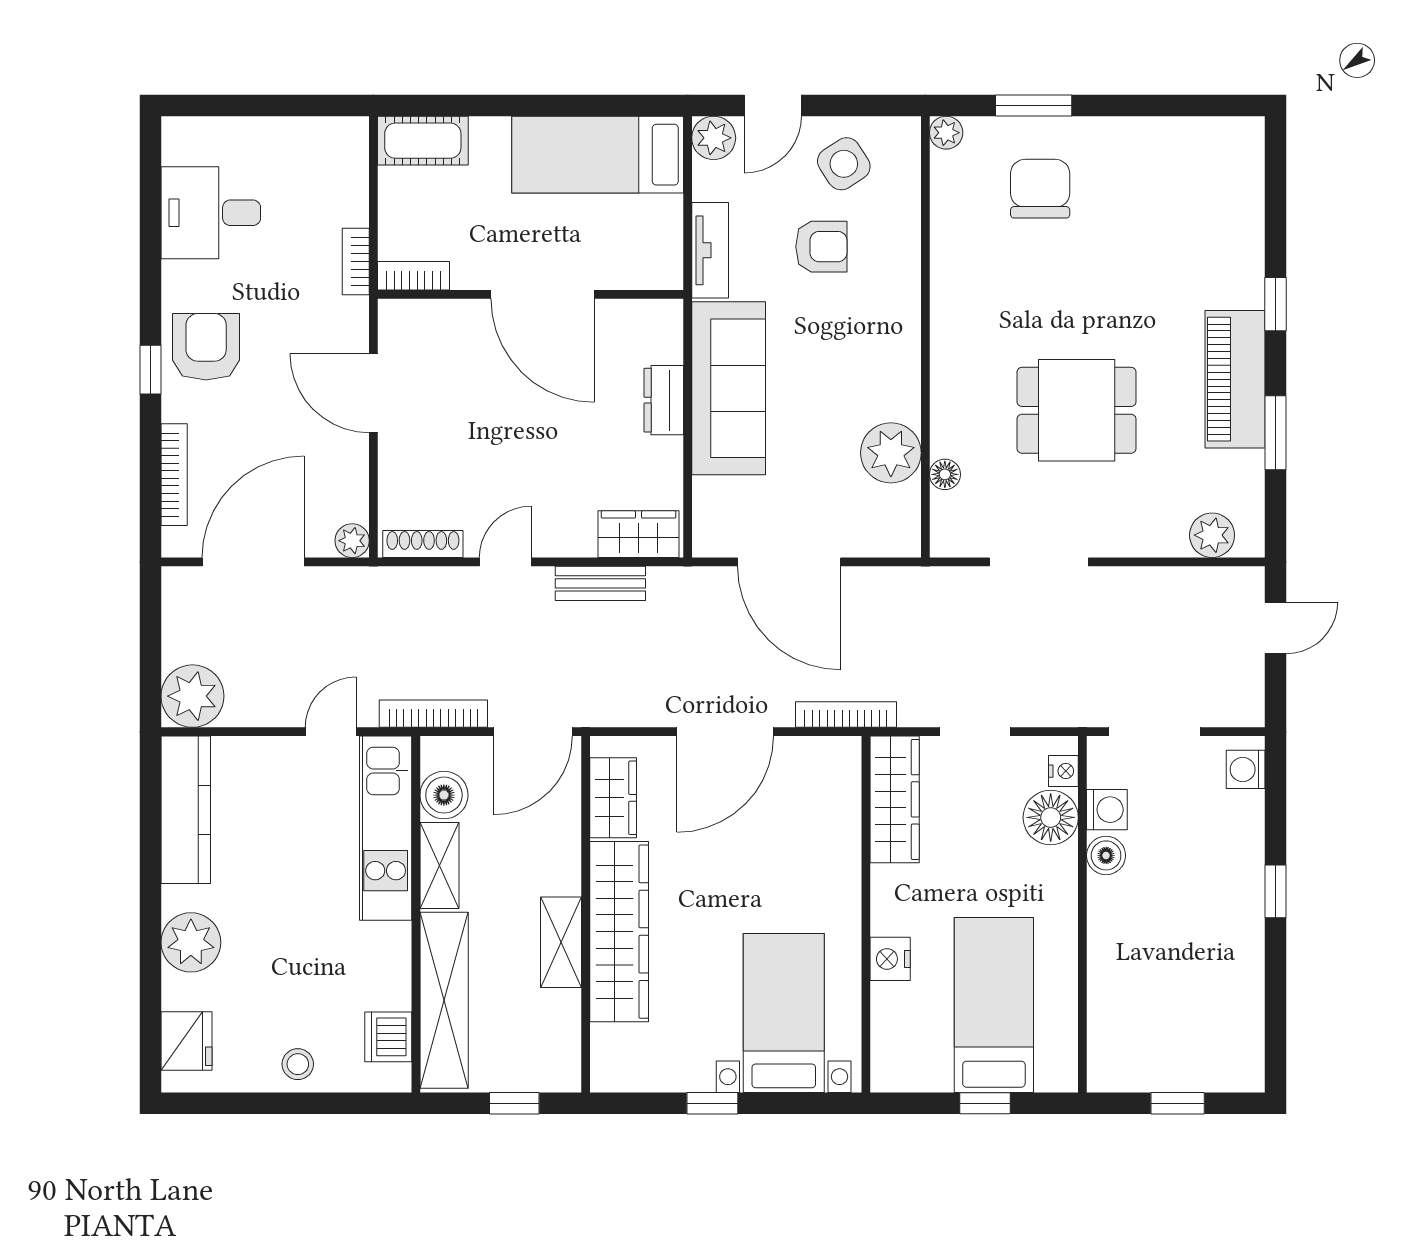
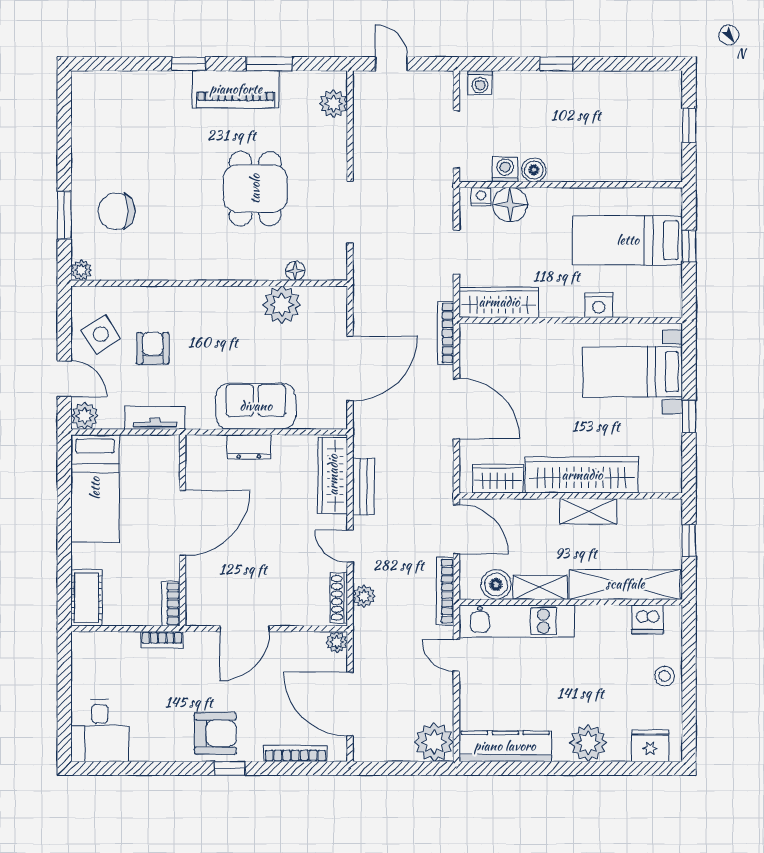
desk: (211, 213) -> (100, 731), moved
armchair: (206, 347) -> (215, 733), turned 180
sofa: (729, 388) -> (256, 406), width x0.73
wardrobe: (638, 534) -> (333, 475), width x1.50
plant: (425, 584) -> (364, 596), added

